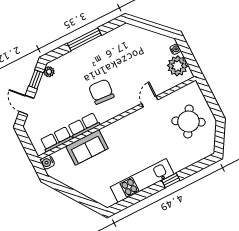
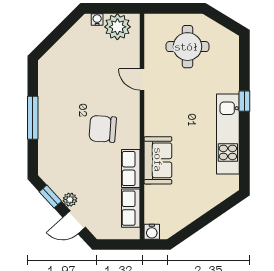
plant: (49, 72) -> (70, 200), moved
round table: (188, 122) -> (187, 47), turned -30
sofa: (87, 147) -> (158, 160), moved

